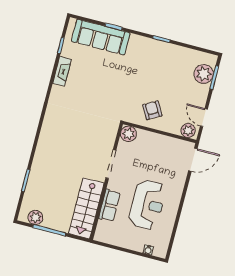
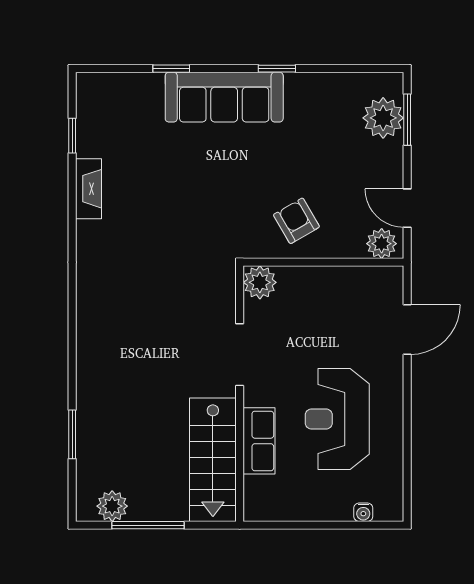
sofa: (101, 37) -> (224, 97), moved
door: (193, 160) -> (407, 330), moved
reception desk: (147, 205) -> (337, 419), turned 180

